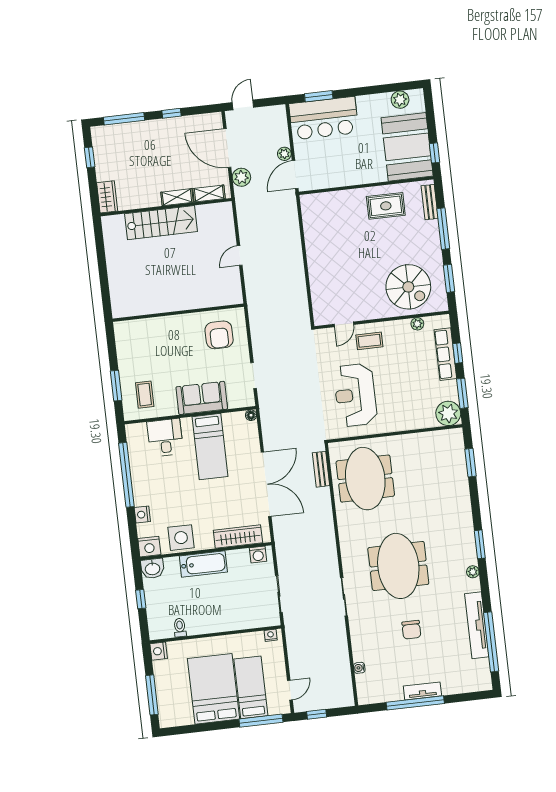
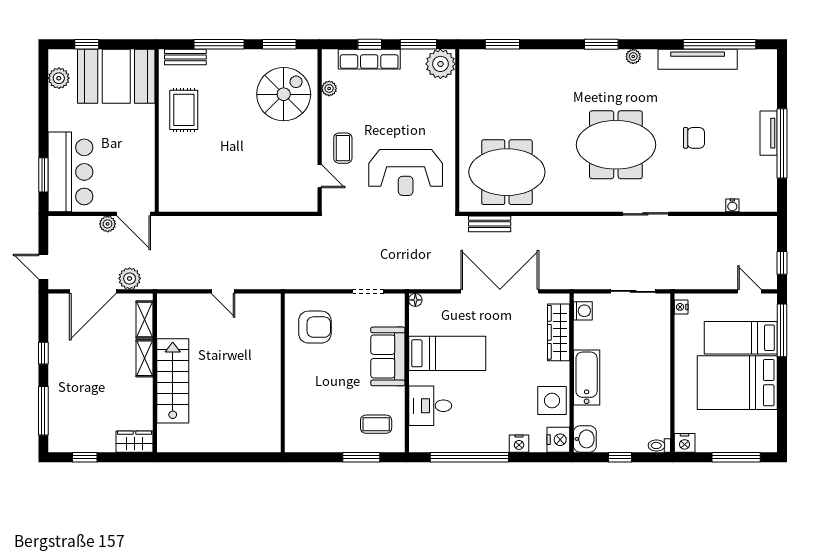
window: (435, 153) -> (87, 44), moved
toilet: (180, 628) -> (659, 445), moved

